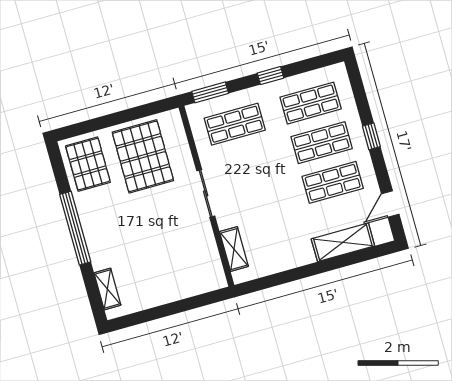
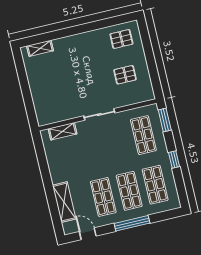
window: (371, 136) -> (132, 223), width x2.17
pallet: (143, 156) -> (125, 75), width x0.49, depth x0.50
pallet: (88, 164) -> (121, 39), width x0.67, depth x0.71
window: (75, 228) -> (80, 29), removed

